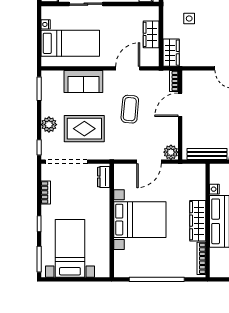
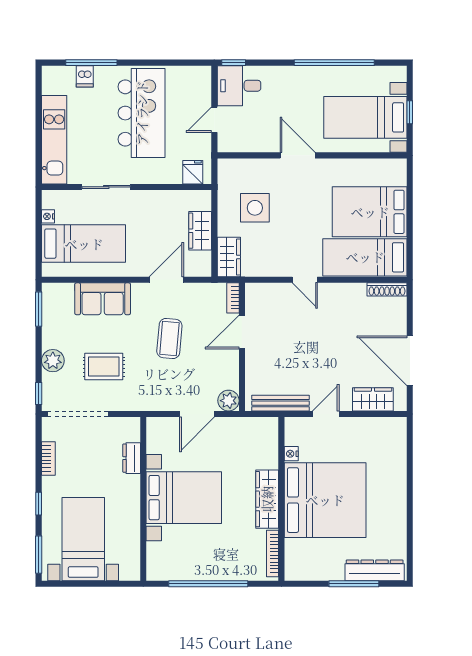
side table: (189, 18) -> (255, 208), width x1.87, depth x1.87
rug: (84, 129) -> (104, 367), width x0.73, depth x0.70
dresser: (104, 177) -> (132, 458), moved

